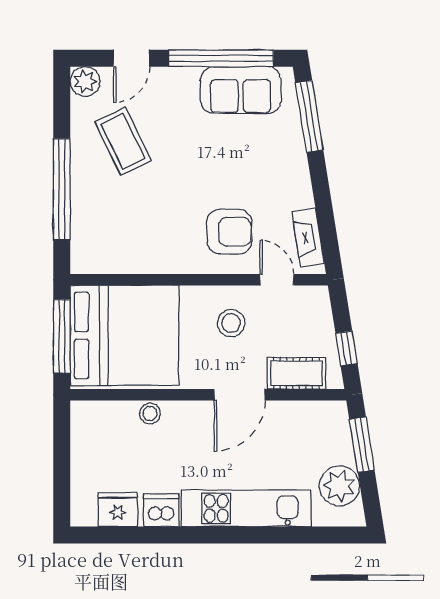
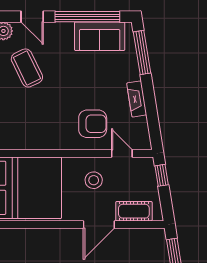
door: (132, 58) -> (32, 17), hinge flipped
fireplace: (308, 238) -> (137, 99), moved
window: (346, 348) -> (162, 175), moved
stool: (150, 413) -> (44, 236), removed

